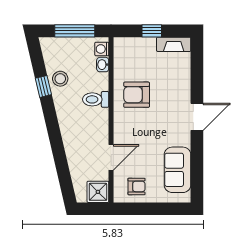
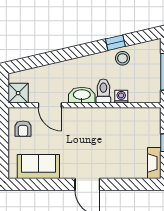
washing machine: (102, 49) -> (121, 97), moved
washbasin: (103, 65) -> (82, 95), moved, width x1.91, depth x1.45
armchair: (137, 95) -> (108, 129), removed

